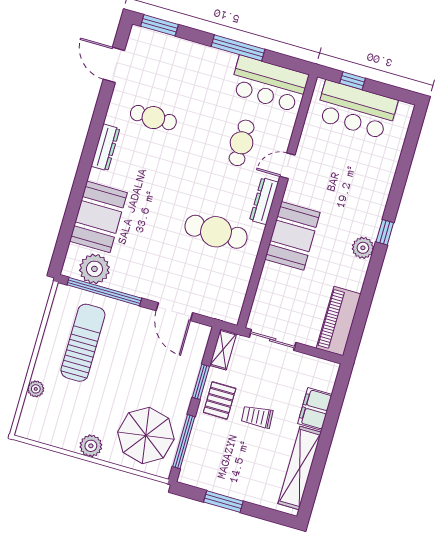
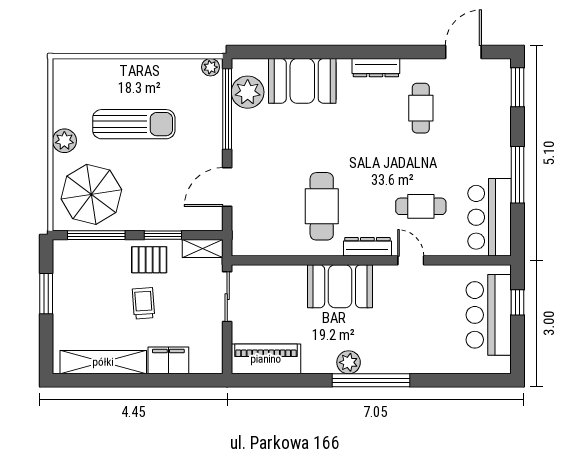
window: (385, 232) -> (371, 380), width x3.17
sun lounger: (83, 343) -> (134, 124), moved
plant: (36, 389) -> (211, 67), moved

